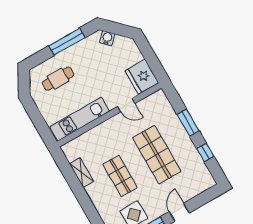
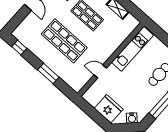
fridge: (142, 77) -> (109, 109), moved
window: (205, 153) -> (19, 47), moved

